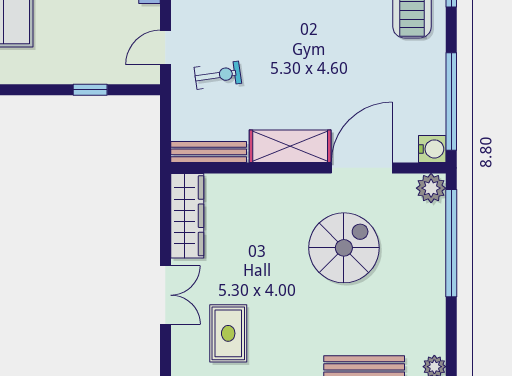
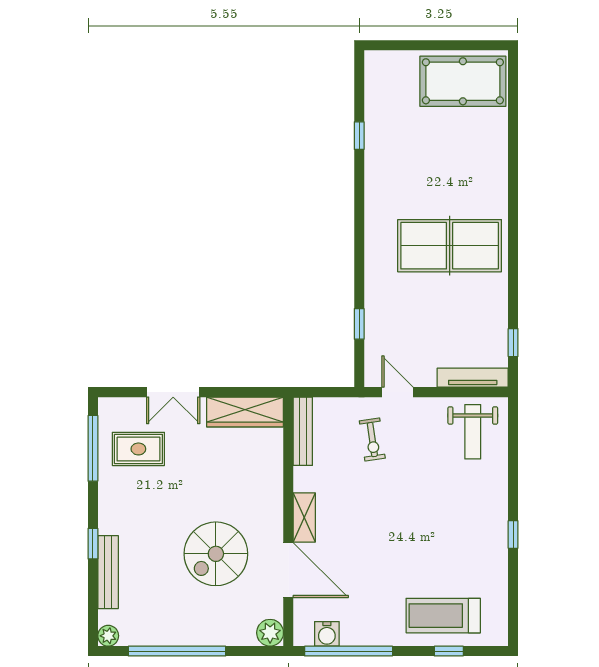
shelving: (290, 146) -> (304, 517), width x0.67, depth x0.75
water cooler: (432, 149) -> (327, 634), moved
window: (451, 243) -> (177, 651), moved
spiral stairs: (344, 248) -> (216, 554), turned 90

